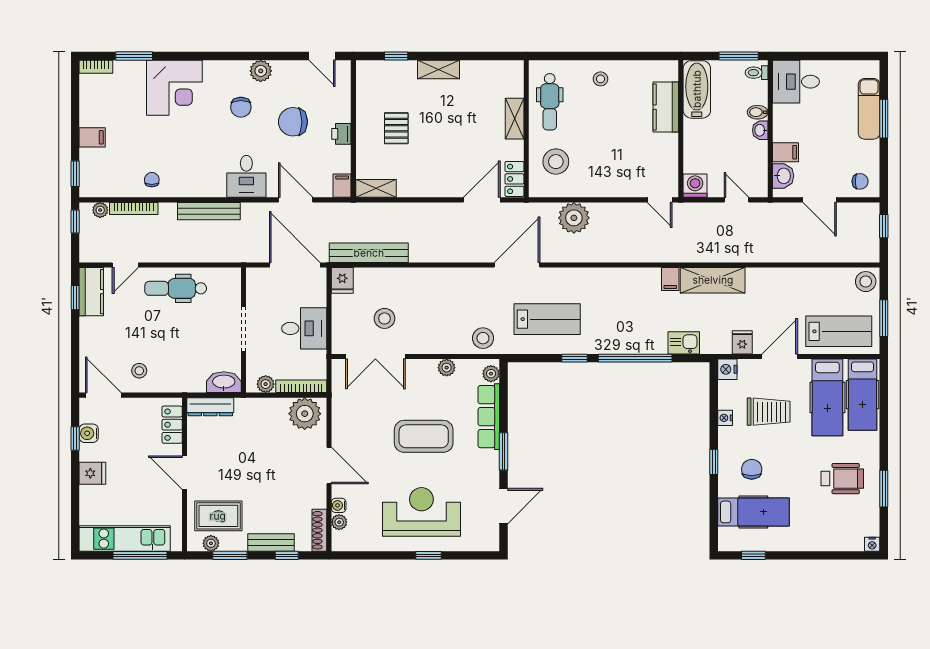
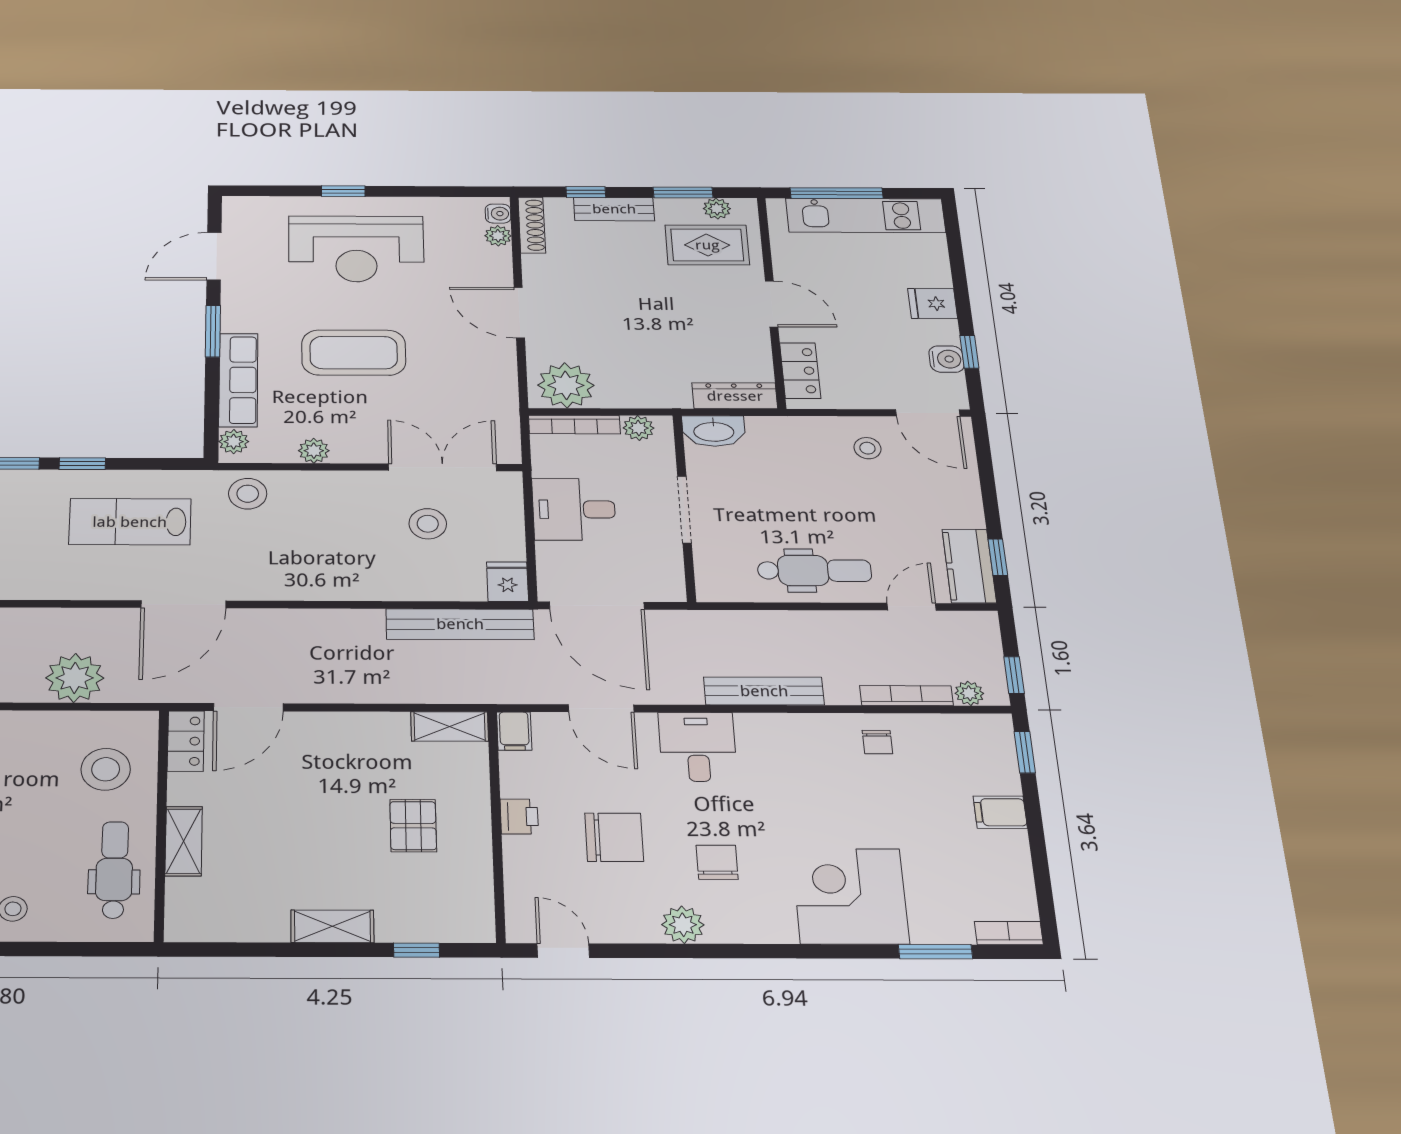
water cooler: (339, 505) -> (498, 214), moved

